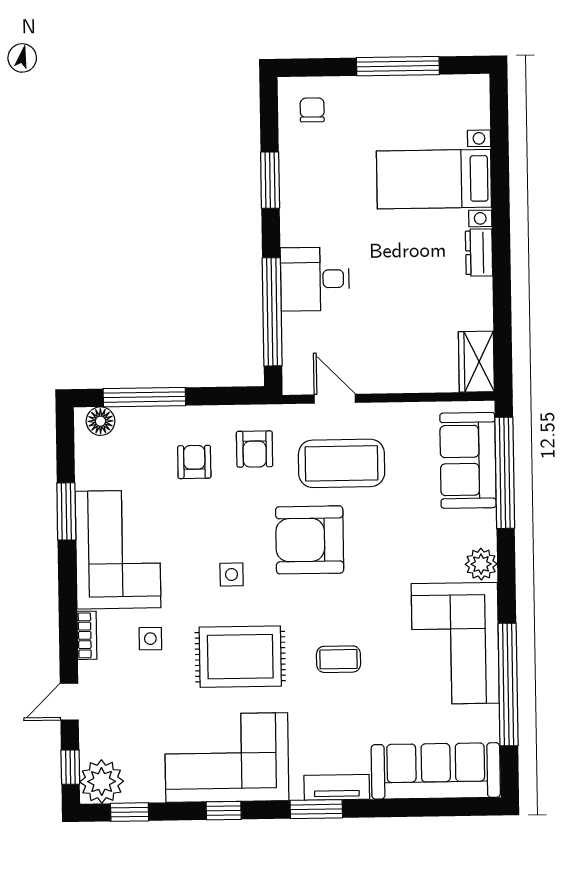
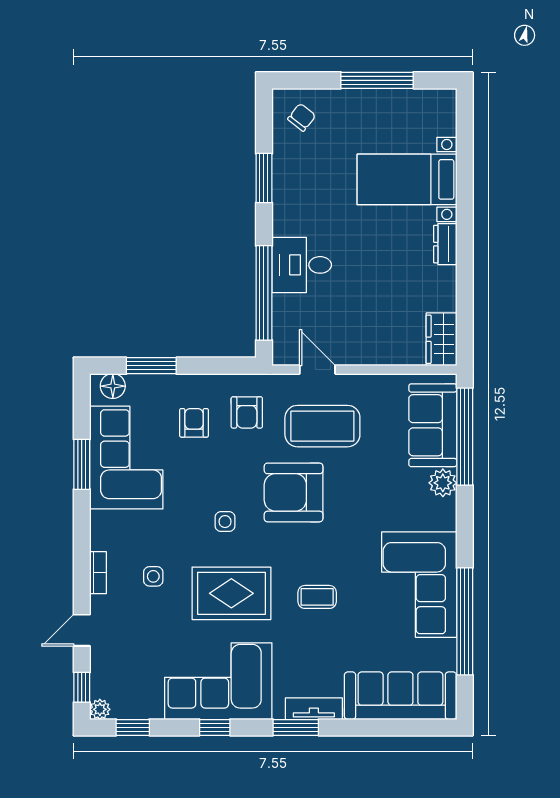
chair: (312, 110) -> (302, 117), turned 38
window: (144, 397) -> (151, 366), width x0.69
corner sofa: (118, 550) -> (126, 458), moved
plant: (481, 564) -> (443, 483), moved
plant: (102, 782) -> (100, 709), width x0.53, depth x0.53

